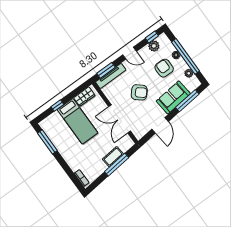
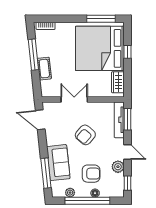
plant: (154, 46) -> (118, 167), moved
door: (130, 53) -> (127, 152), swing flipped
double door: (120, 119) -> (74, 100), width x0.73
bed: (78, 121) -> (100, 48), width x2.04
door: (160, 125) -> (40, 120), moved
window: (117, 165) -> (33, 55), moved

